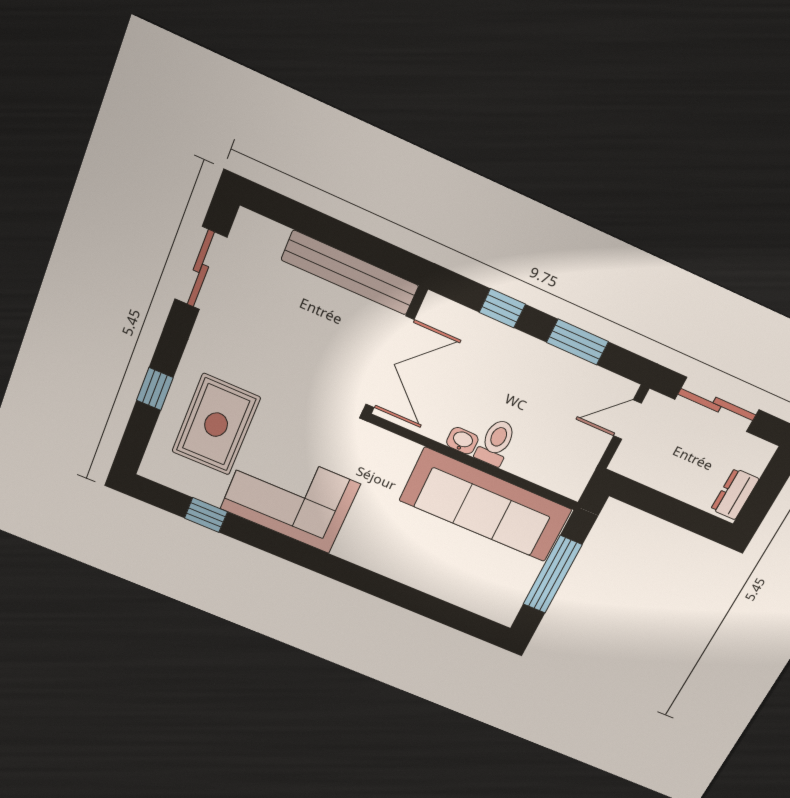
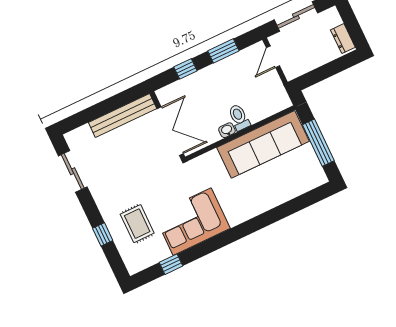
rug: (216, 425) -> (137, 224), width x0.73, depth x0.70

